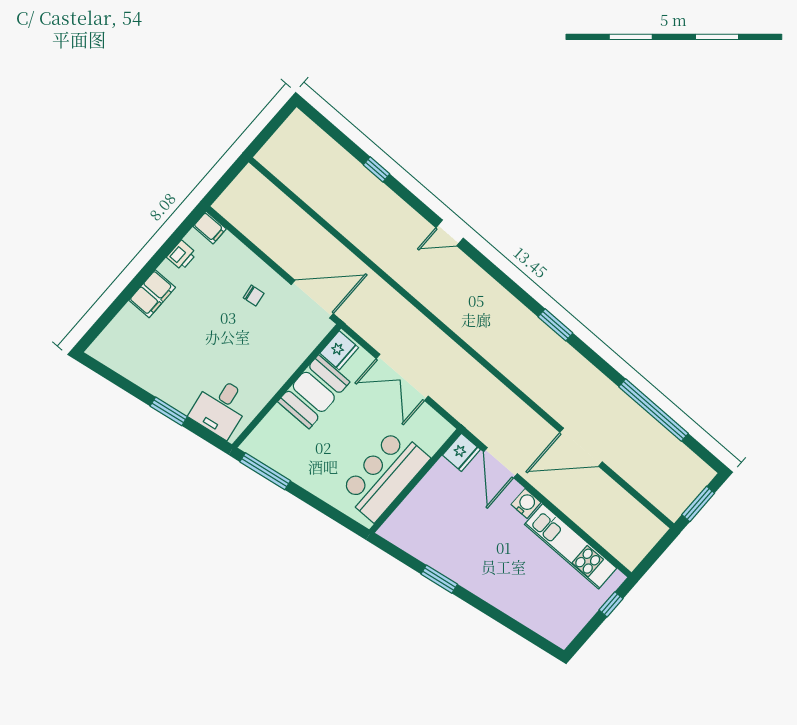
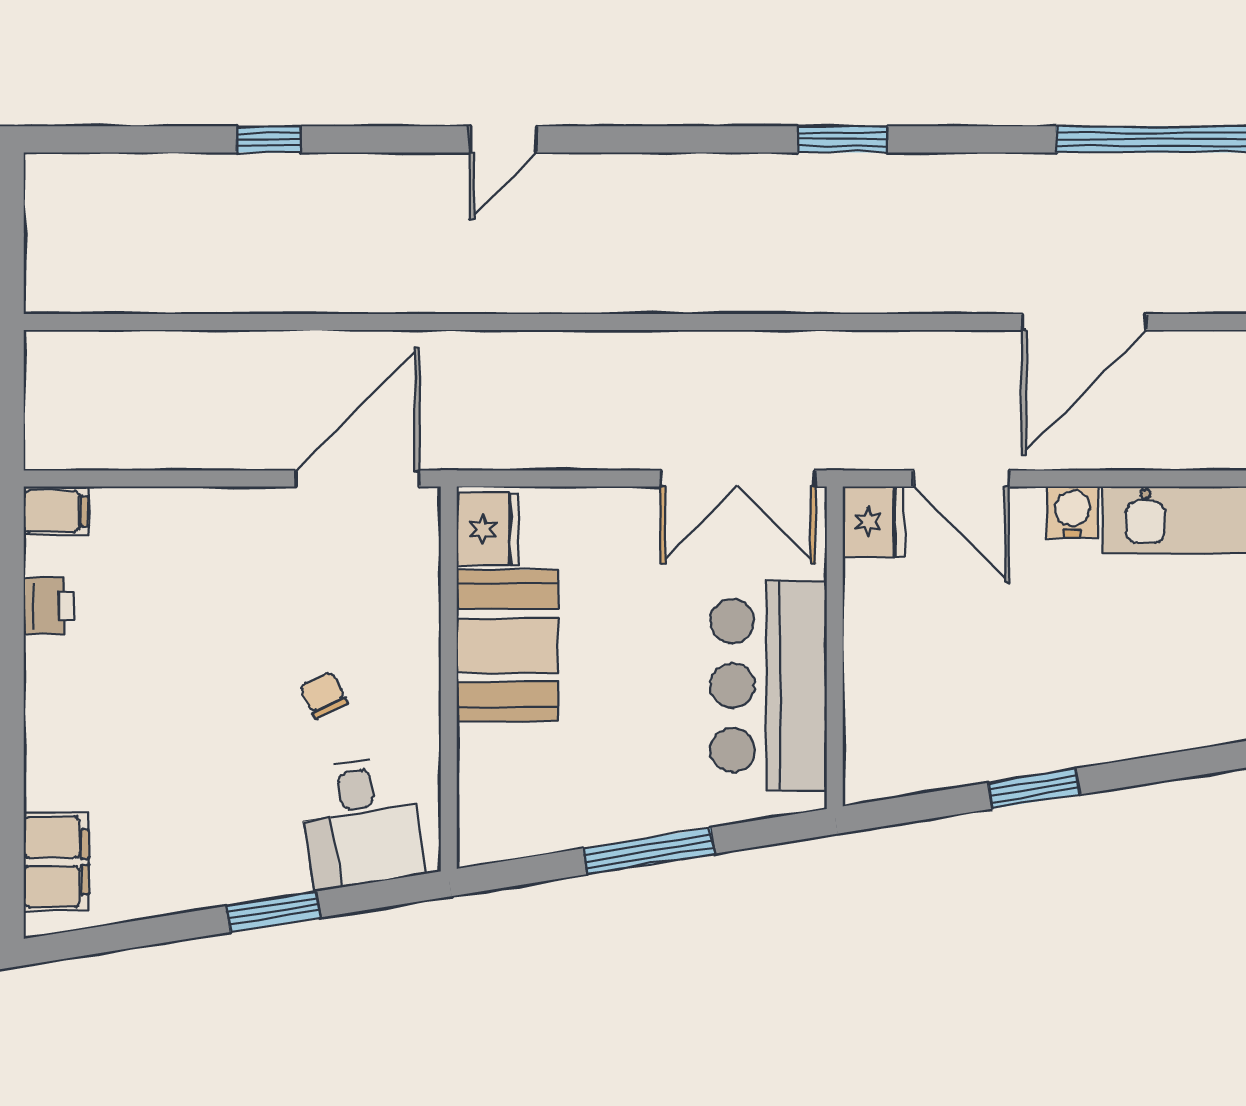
filing cabinet: (152, 294) -> (56, 862), moved
chair: (254, 296) -> (324, 695), moved, turned -108
double door: (402, 377) -> (738, 478), moved
window: (265, 471) -> (649, 851), moved

